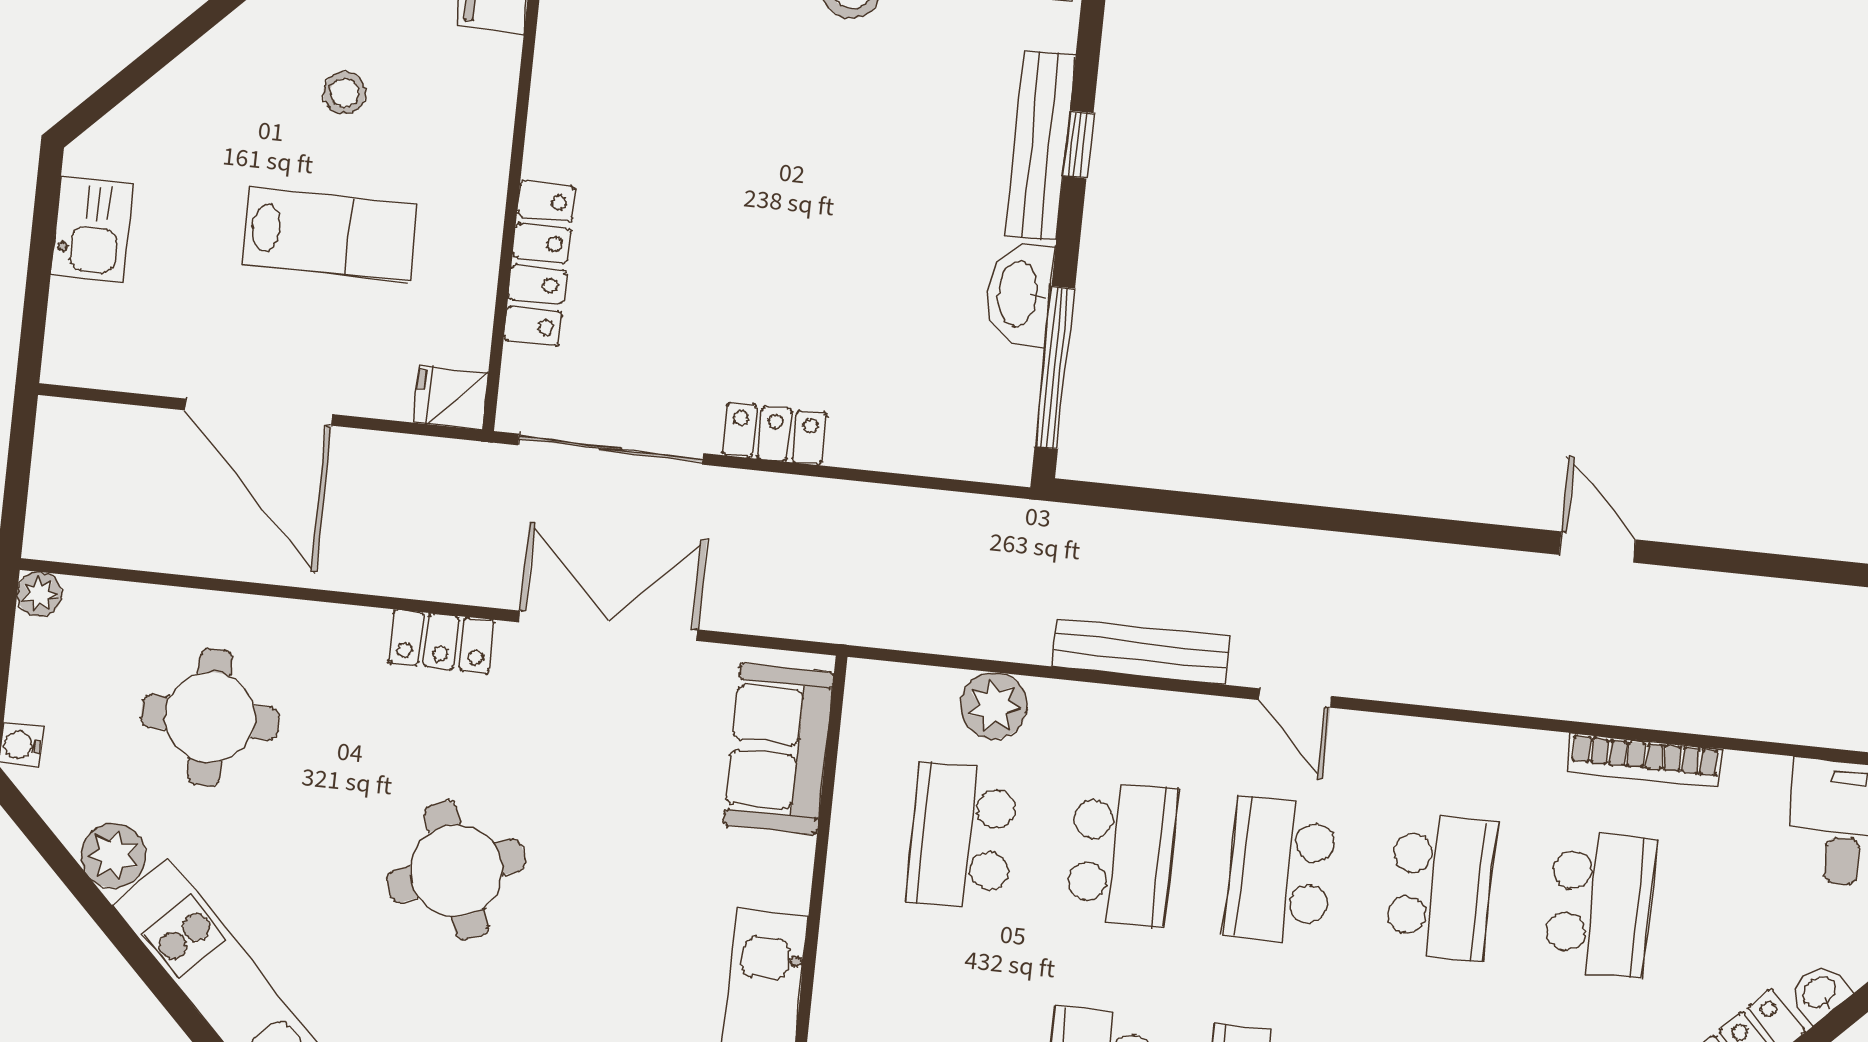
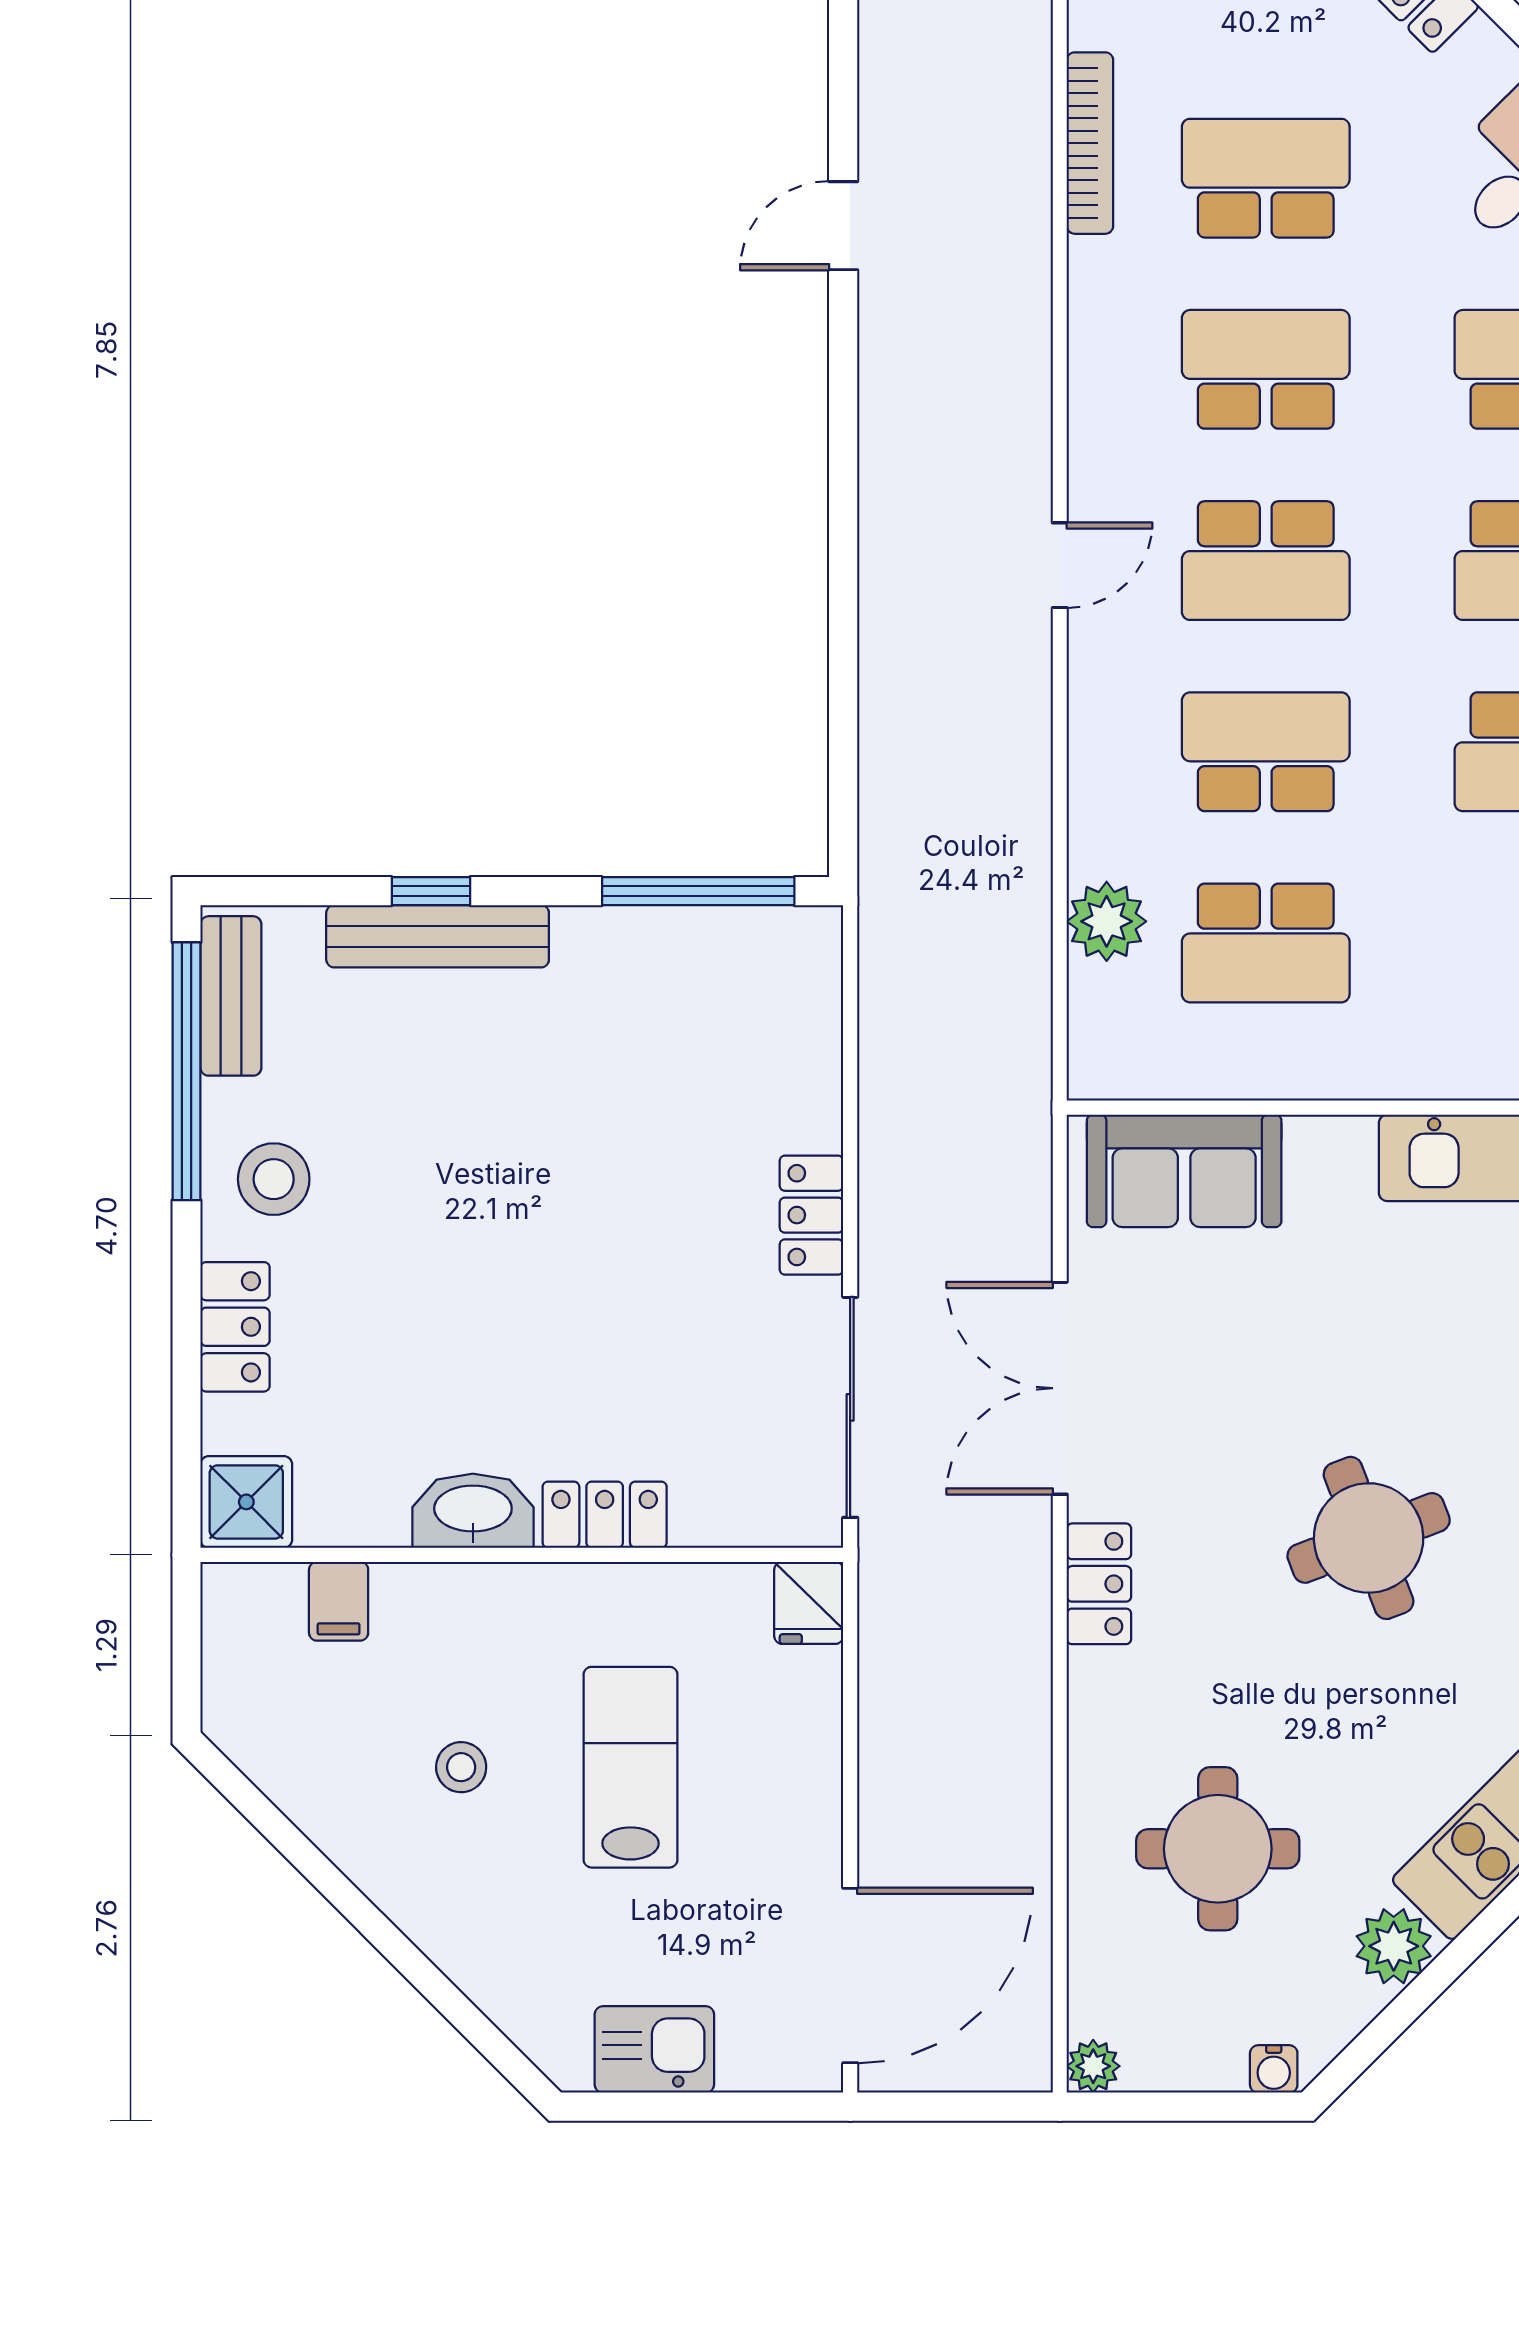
locker: (539, 264) -> (605, 1515), width x0.66
washbasin: (1019, 294) -> (473, 1511), moved, turned 180
door: (259, 412) -> (850, 1975), moved
bench: (1141, 652) -> (1024, 754), removed

